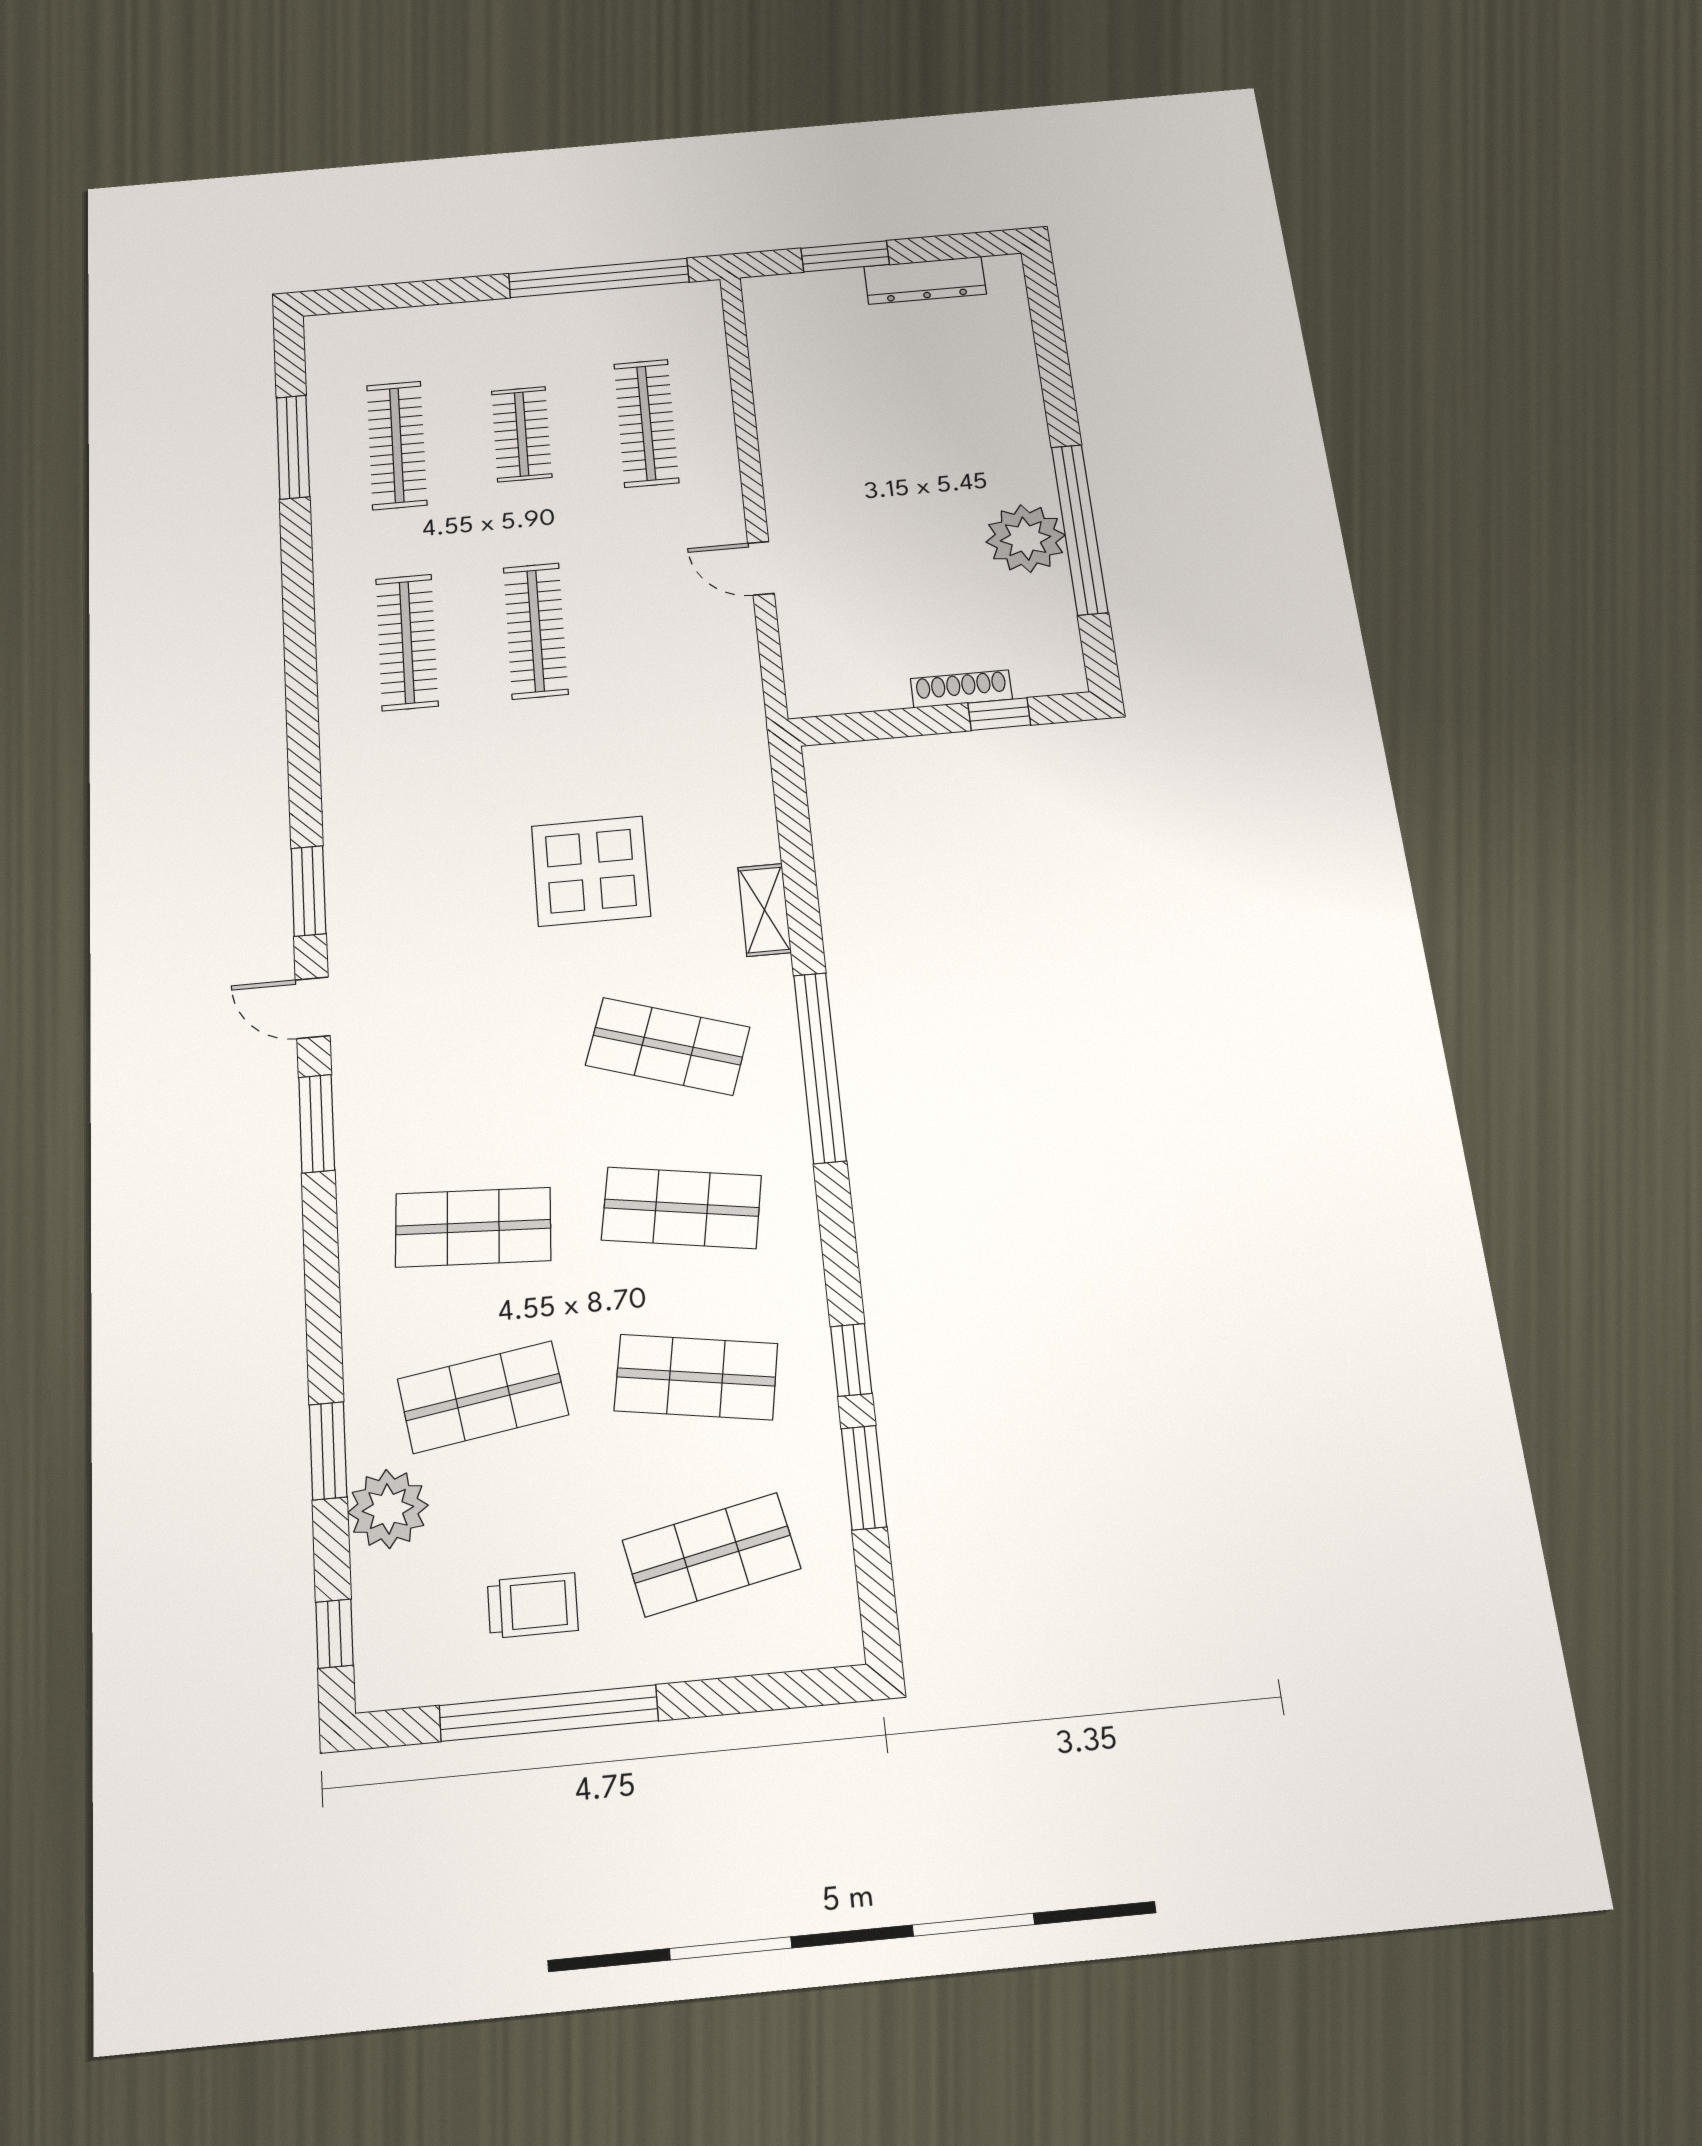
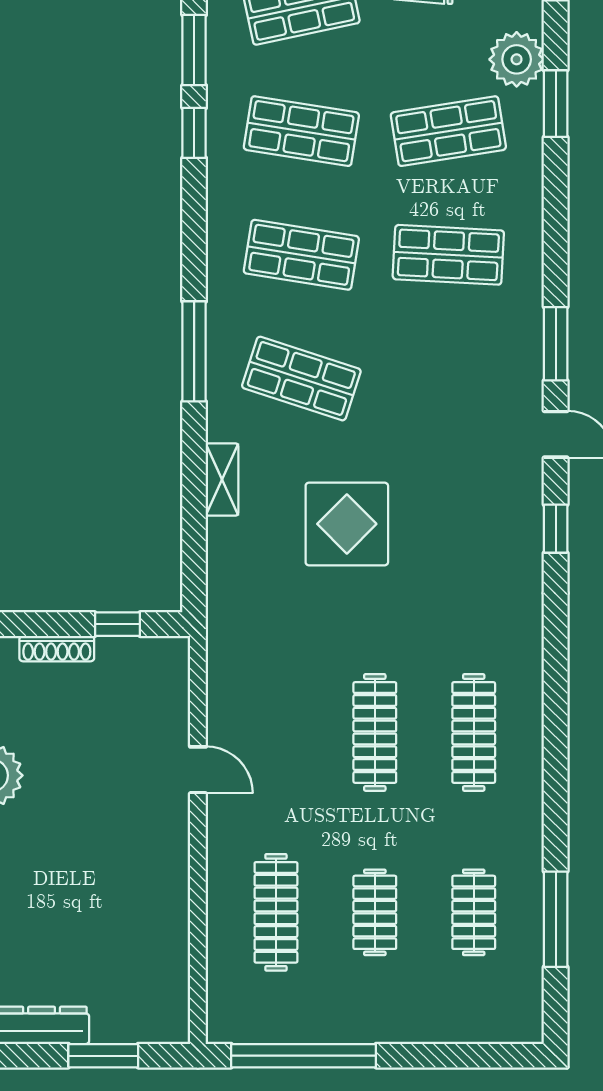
clothes rail: (397, 445) -> (474, 912), width x0.73
window: (999, 714) -> (117, 624), moved
window: (308, 891) -> (556, 529), width x0.67
window: (820, 1067) -> (194, 351), width x0.68

